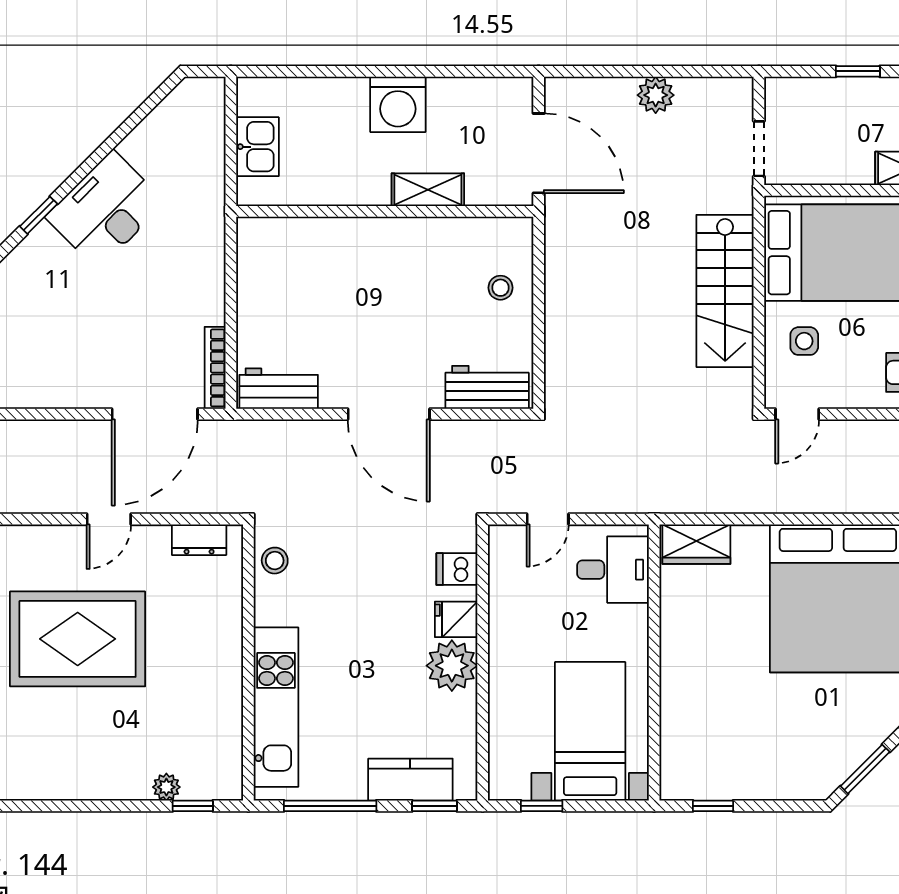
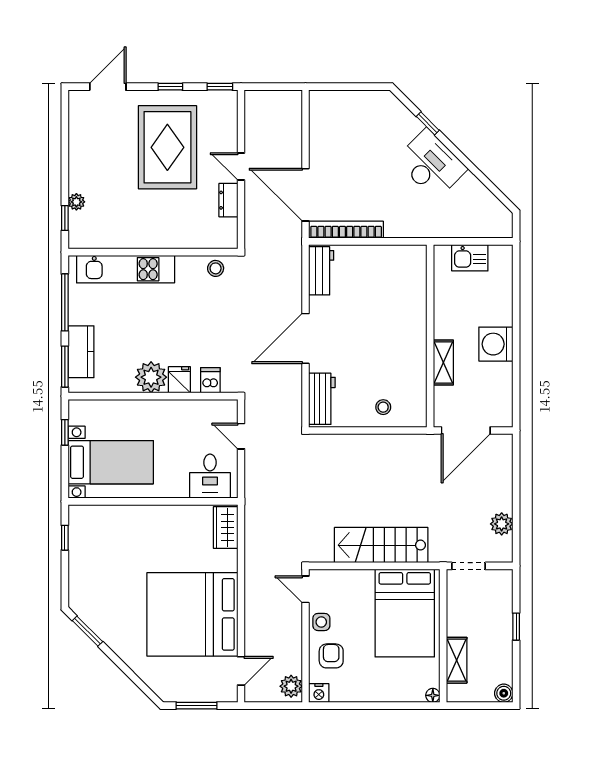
plant: (656, 95) -> (502, 524), moved
side table: (804, 341) -> (321, 622), moved
bookcase: (215, 368) -> (346, 230), width x1.48, depth x1.31
dresser: (199, 540) -> (228, 200), moved
window: (434, 806) -> (65, 367), width x1.50

